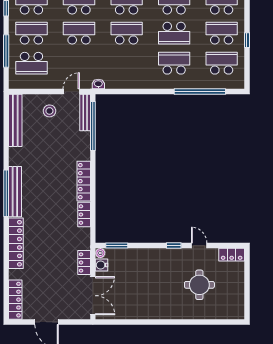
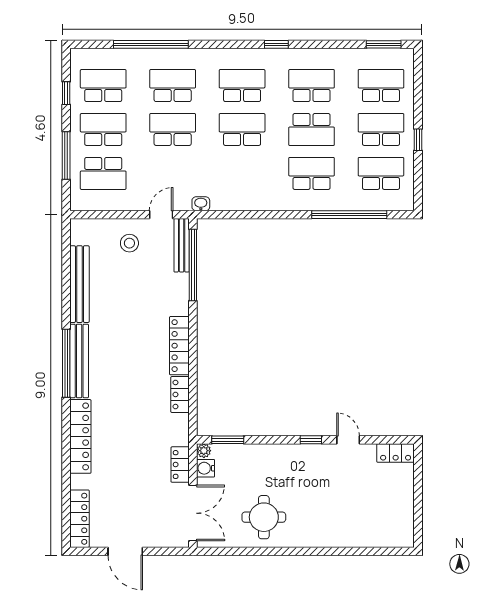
bench: (15, 120) -> (79, 284), moved
round table: (199, 285) -> (264, 517), moved

